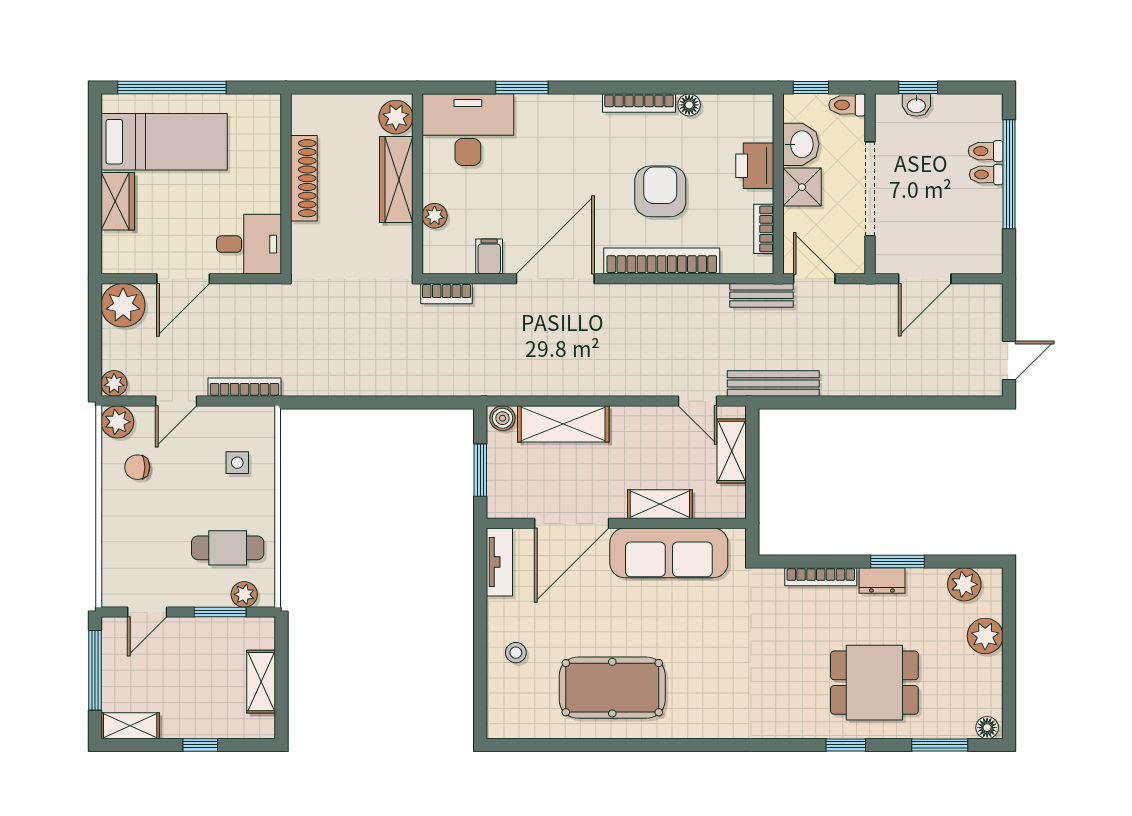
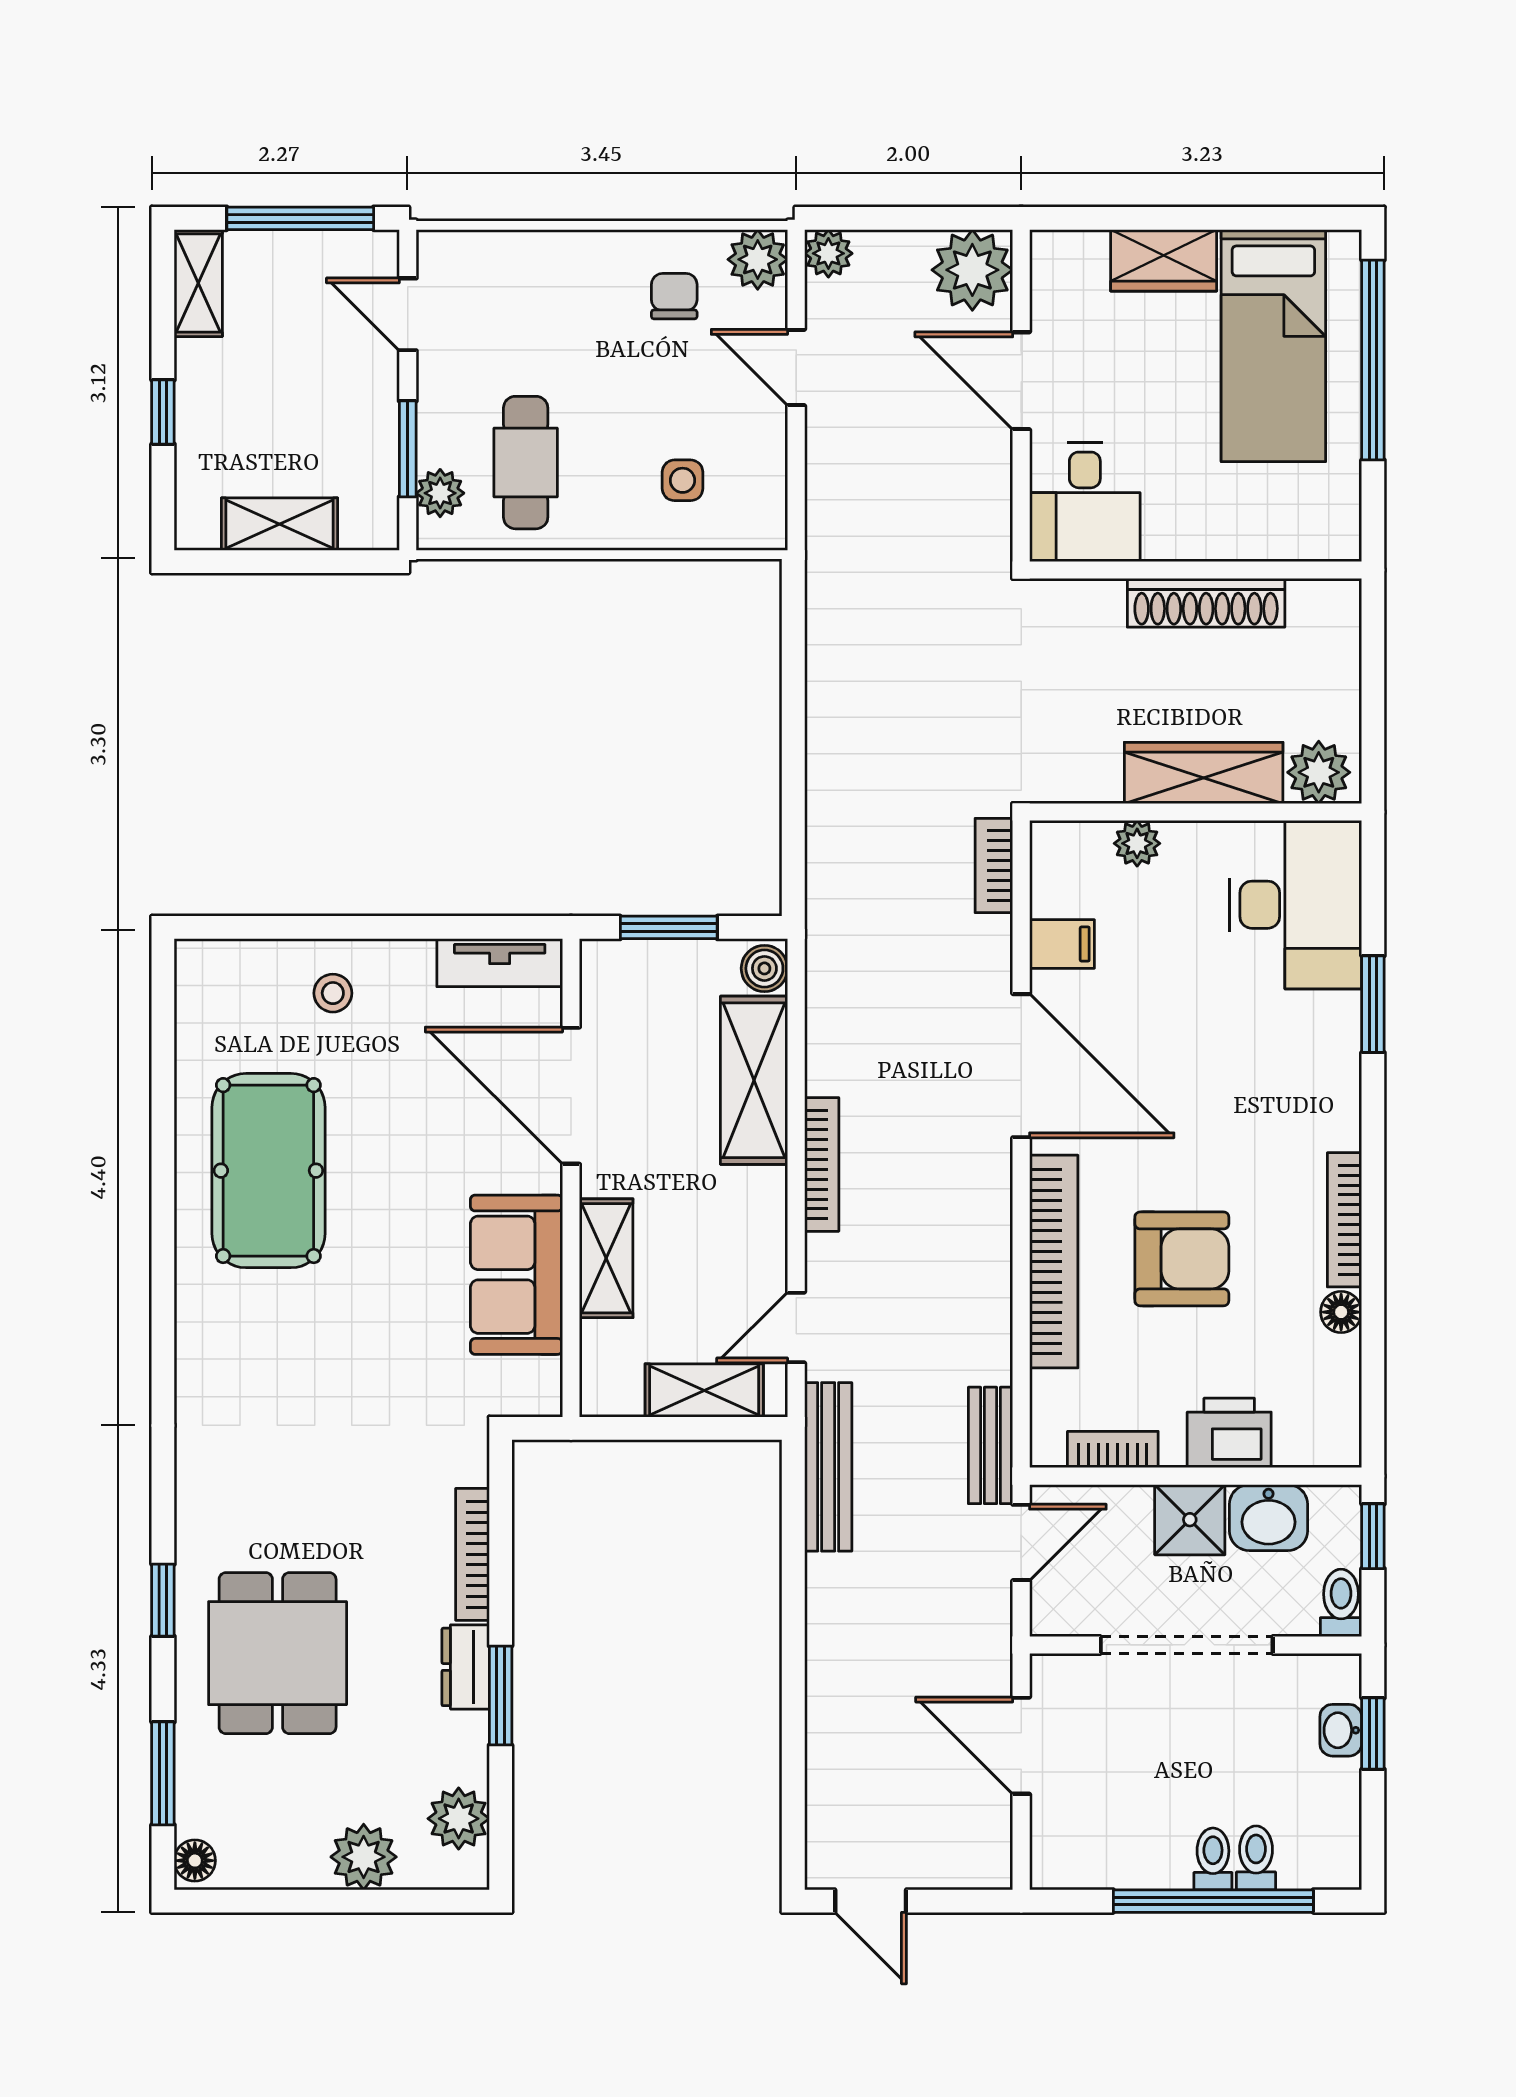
bookcase: (244, 387) -> (822, 1164), moved
sofa: (669, 553) -> (516, 1275), width x0.73

